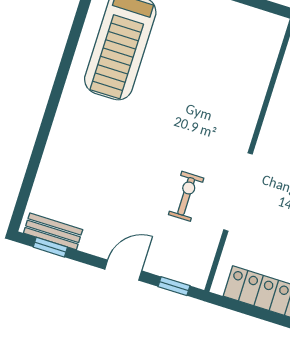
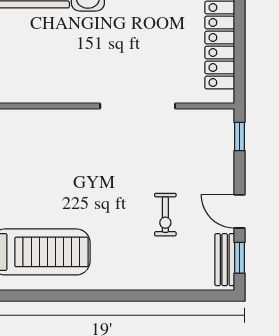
exercise bike: (186, 196) -> (165, 215), moved, turned -90
door: (123, 270) -> (240, 211), moved

